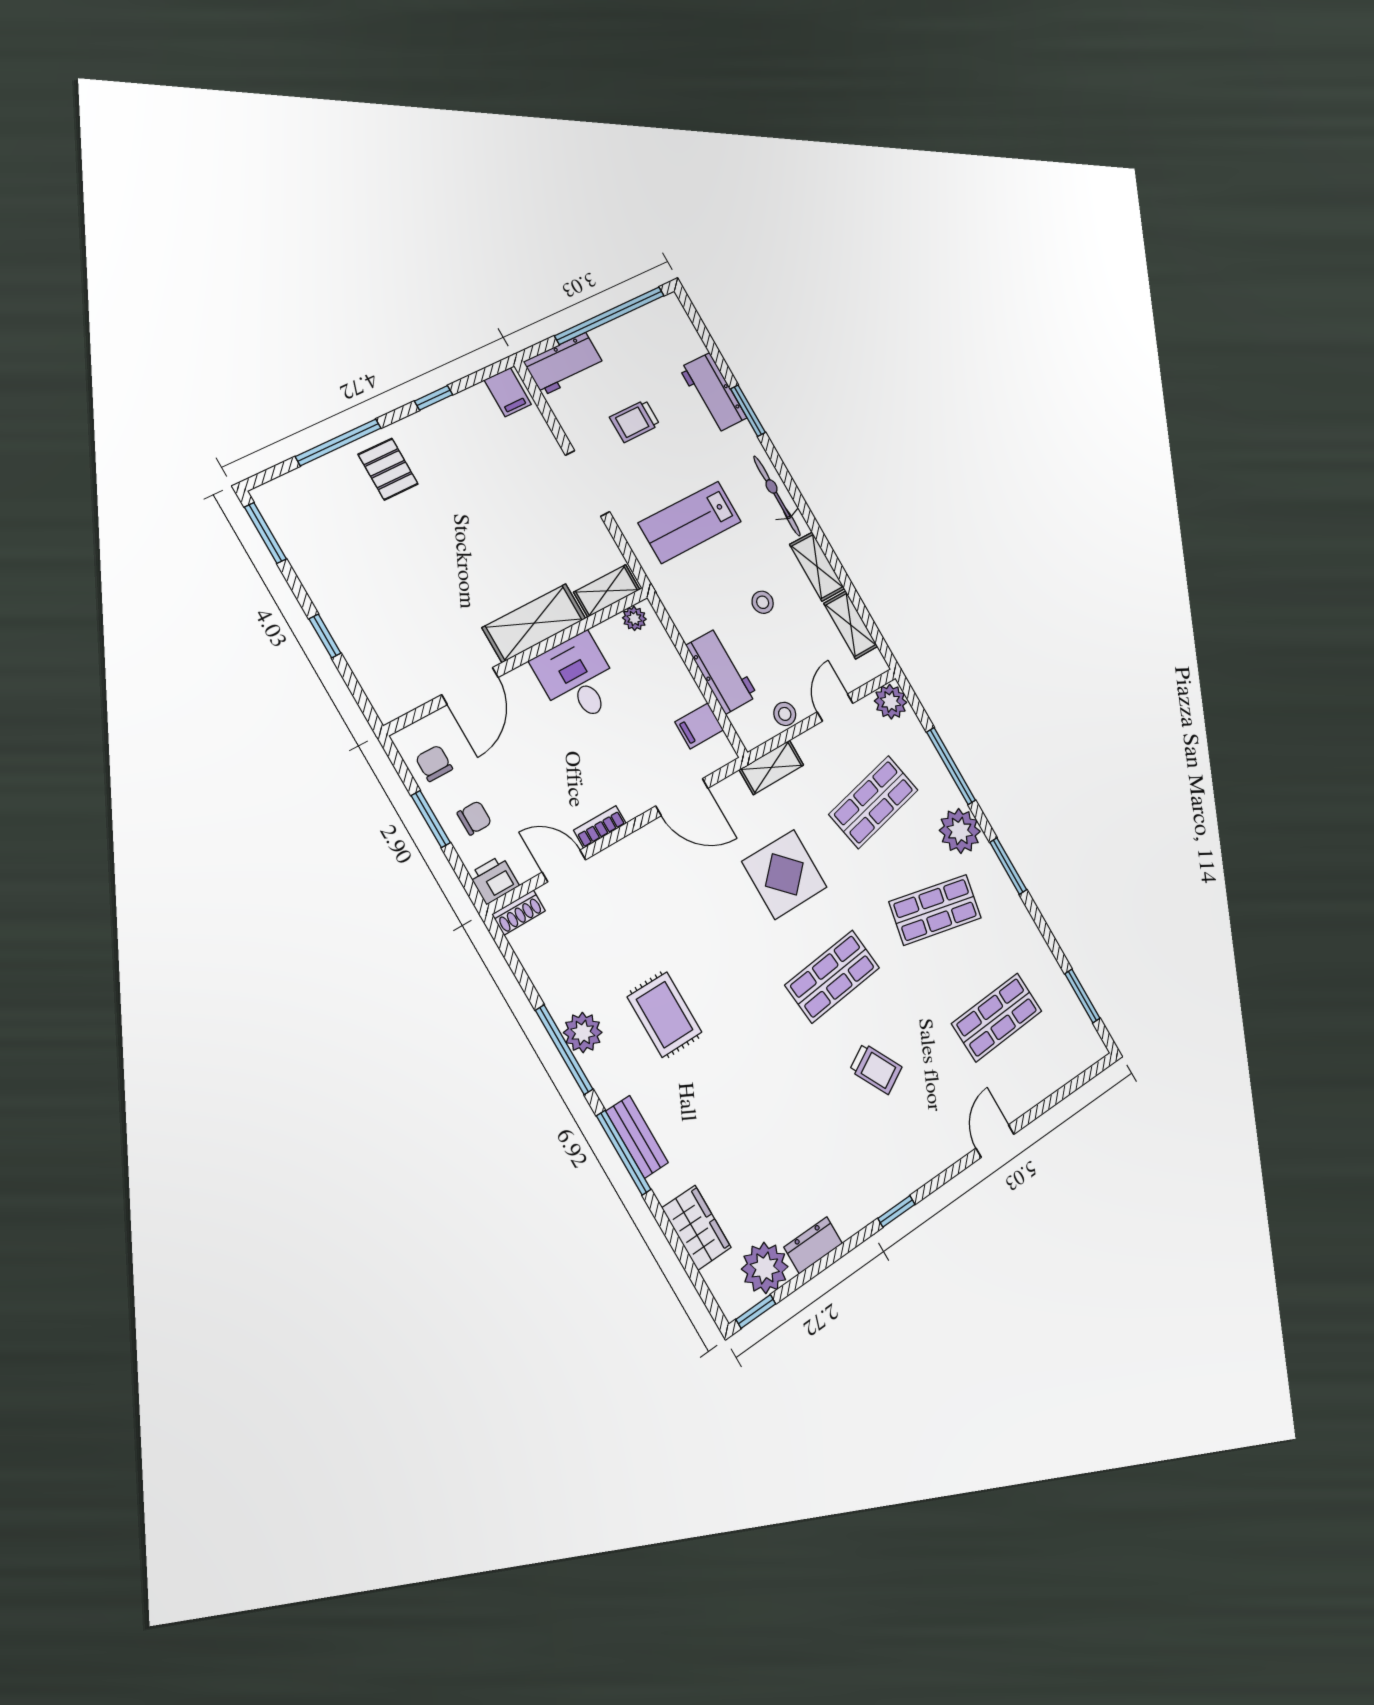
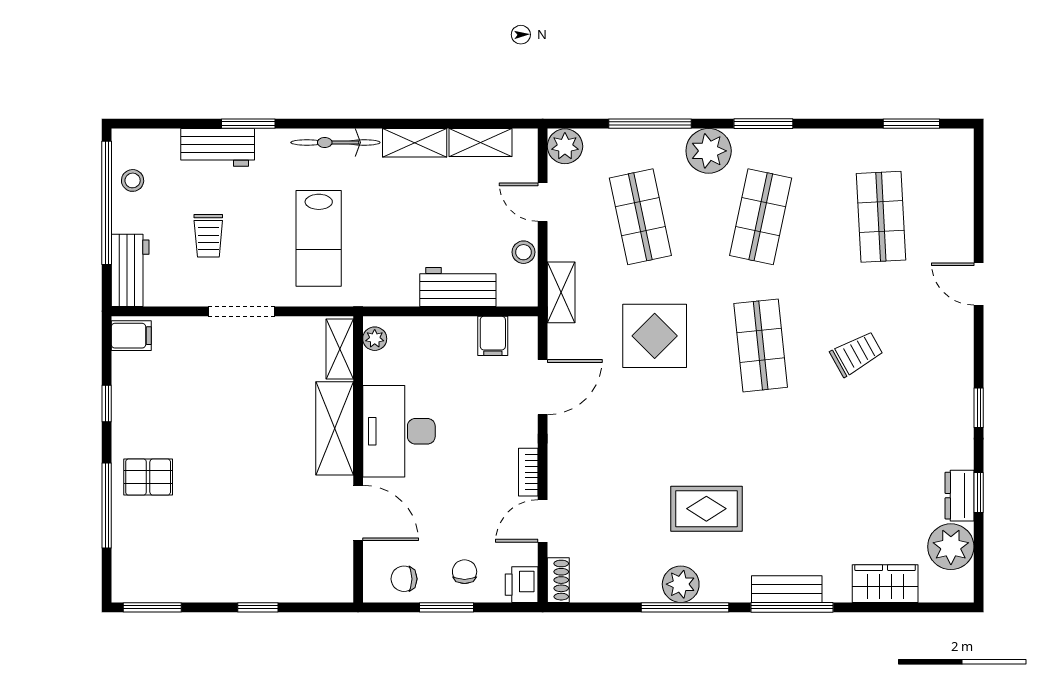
stool: (763, 602) -> (133, 180), moved
desk: (577, 679) -> (399, 431), width x1.37
window: (756, 1312) -> (979, 493), moved

